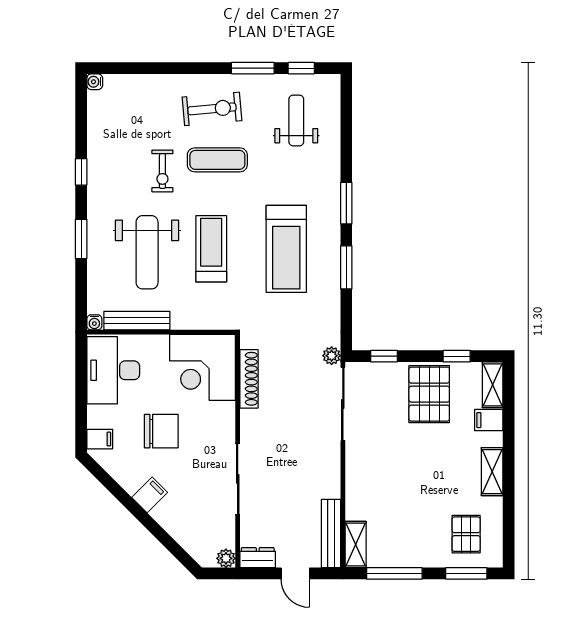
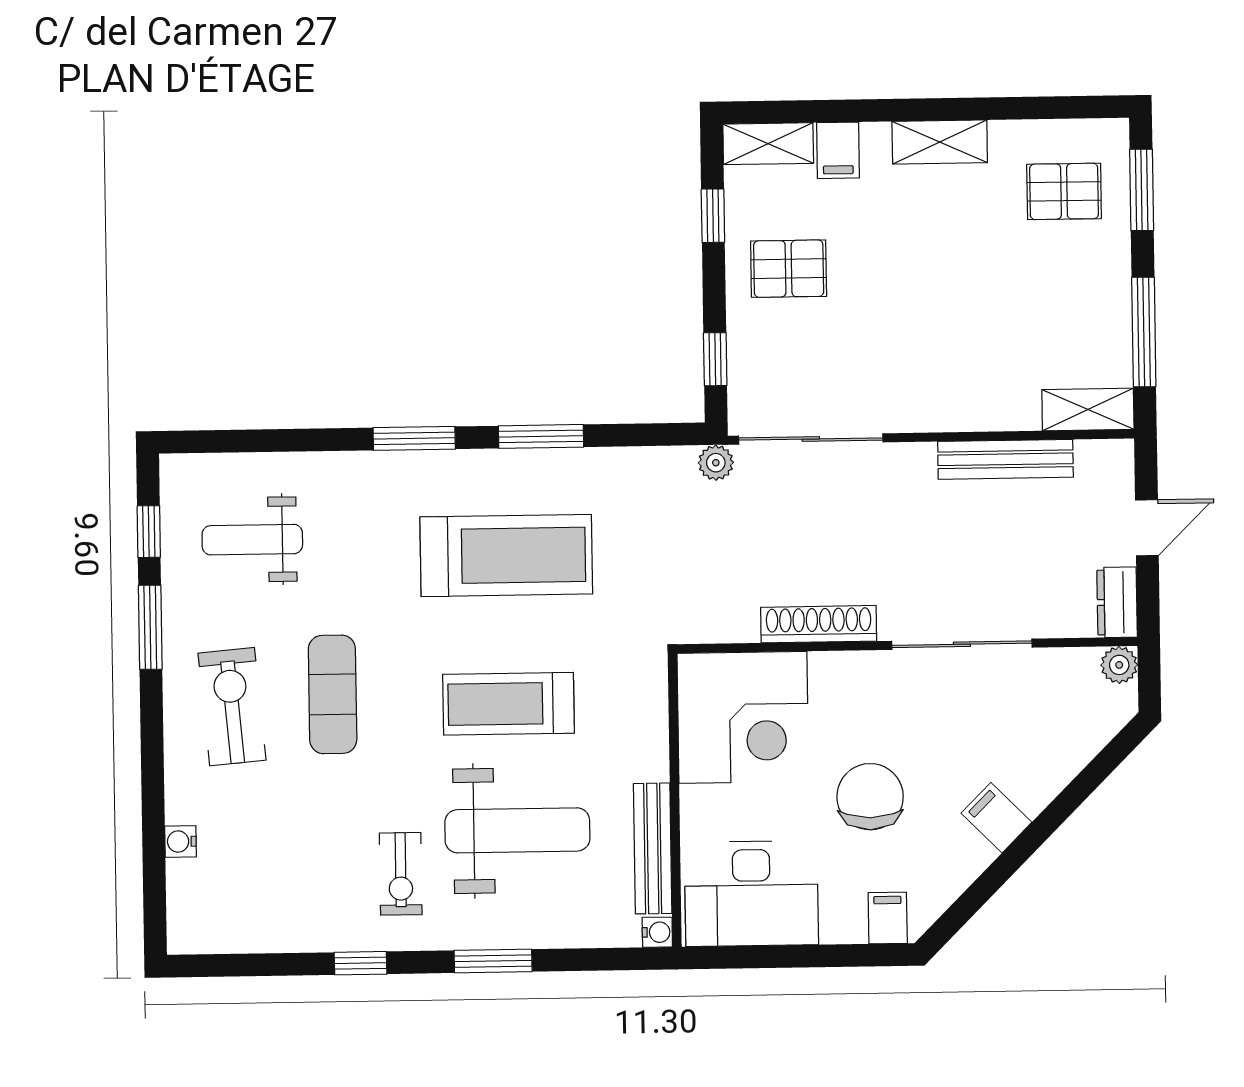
water cooler: (95, 82) -> (181, 841), moved, turned 90
exercise bike: (162, 171) -> (401, 874), moved, turned 90
shoe rack: (249, 379) -> (819, 624), moved
pallet: (429, 394) -> (789, 269), width x0.67, depth x0.71
bench: (331, 534) -> (1005, 459), moved

